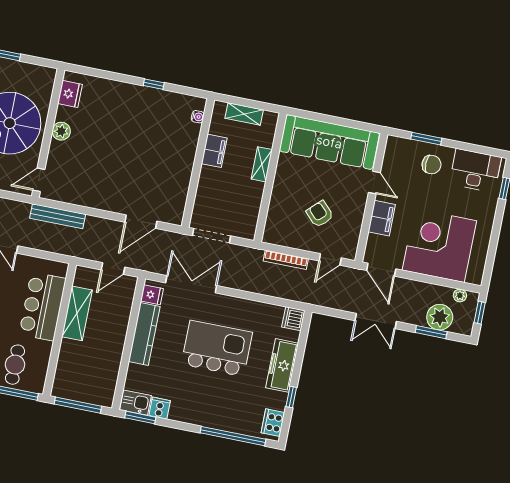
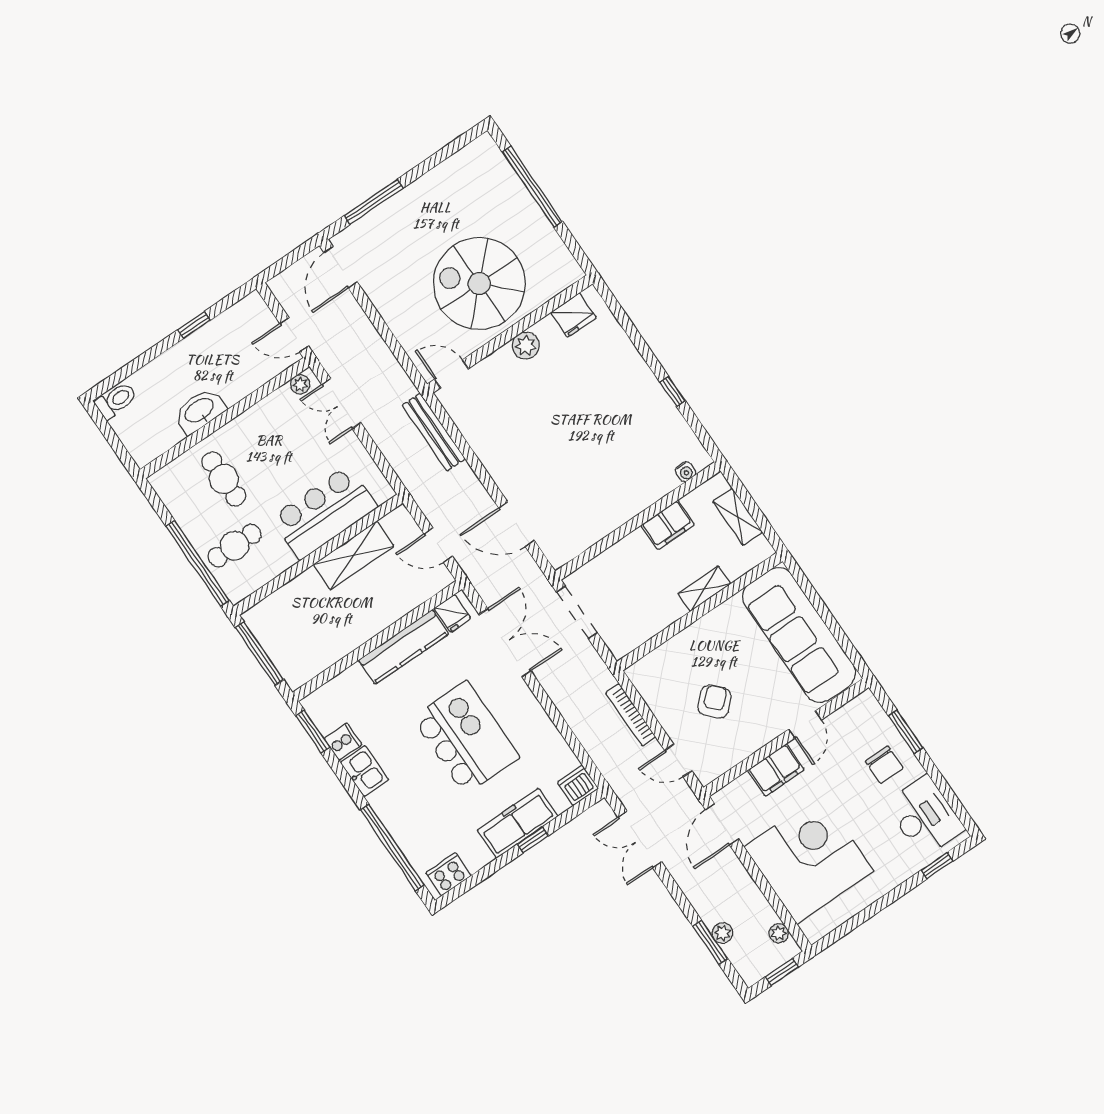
plant: (440, 317) -> (722, 933), width x0.53, depth x0.53
double door: (376, 321) -> (640, 839), moved
window: (291, 397) -> (533, 840), moved
kitchen sink: (136, 403) -> (365, 771), moved

